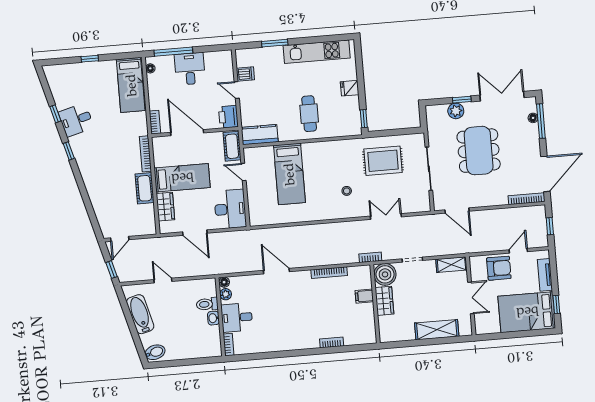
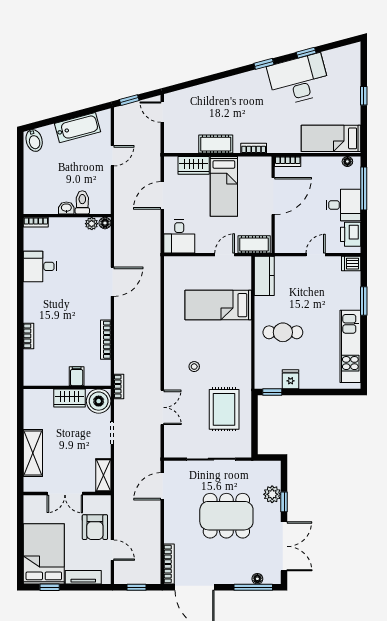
dishwasher: (245, 74) -> (351, 264), moved, turned 90
fridge: (350, 88) -> (291, 379), moved
printer: (228, 117) -> (351, 234), moved, turned -90
desk: (76, 120) -> (299, 80), width x1.87, depth x1.30
bookcase: (145, 154) -> (254, 148), width x0.64
desk: (230, 209) -> (179, 237), width x0.73
desk: (237, 318) -> (40, 266), moved, turned -90

